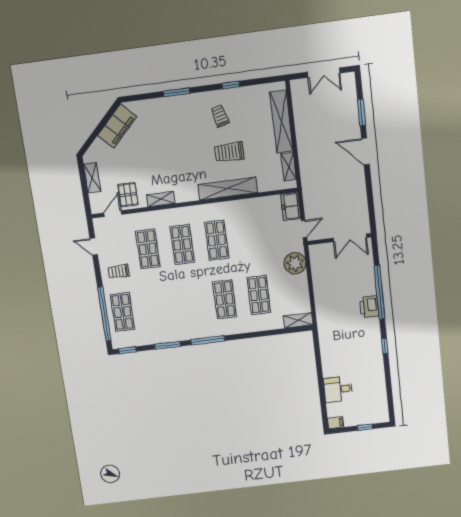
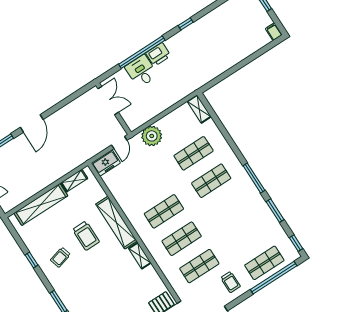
shelving: (161, 199) -> (140, 256), moved
door: (304, 229) -> (119, 143), swing flipped
desk: (338, 389) -> (141, 71), moved, turned 180

